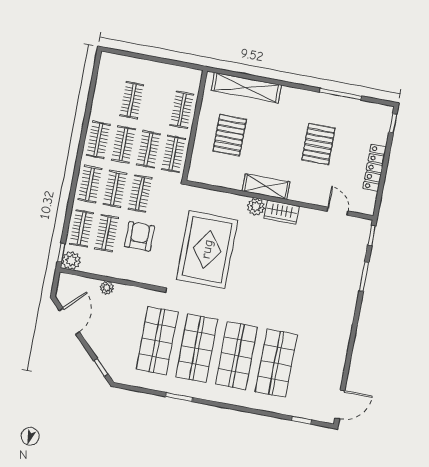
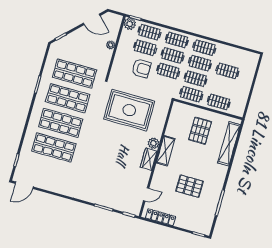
pallet: (230, 135) -> (200, 131), turned 90
locker: (375, 168) -> (160, 217), moved
door: (340, 404) -> (24, 185), hinge flipped

